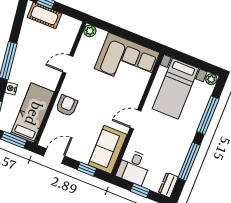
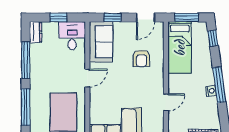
nightstand: (11, 88) -> (211, 91), moved
armchair: (67, 106) -> (142, 58), moved

